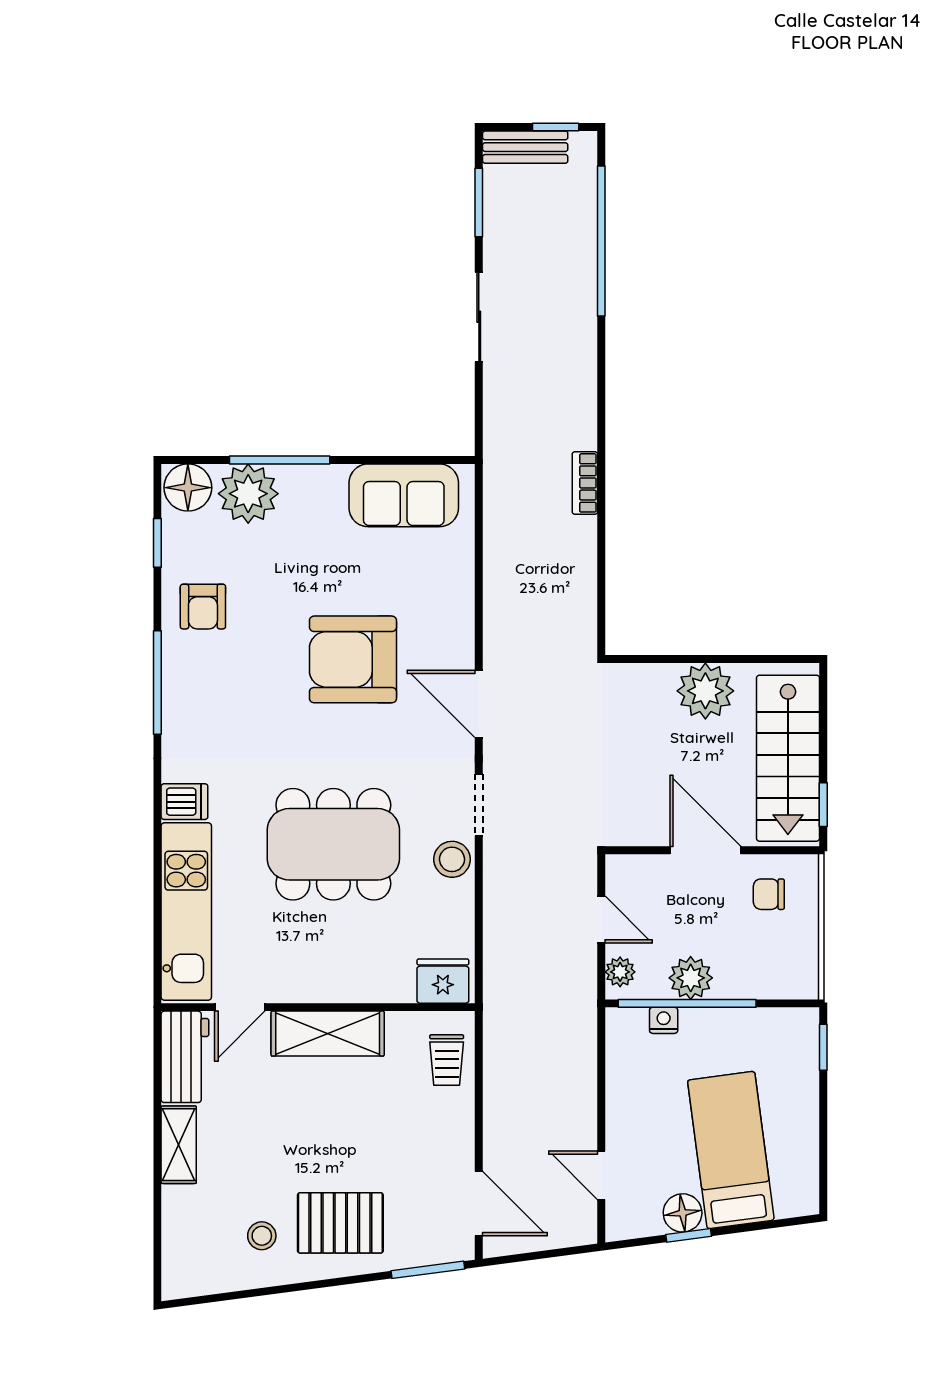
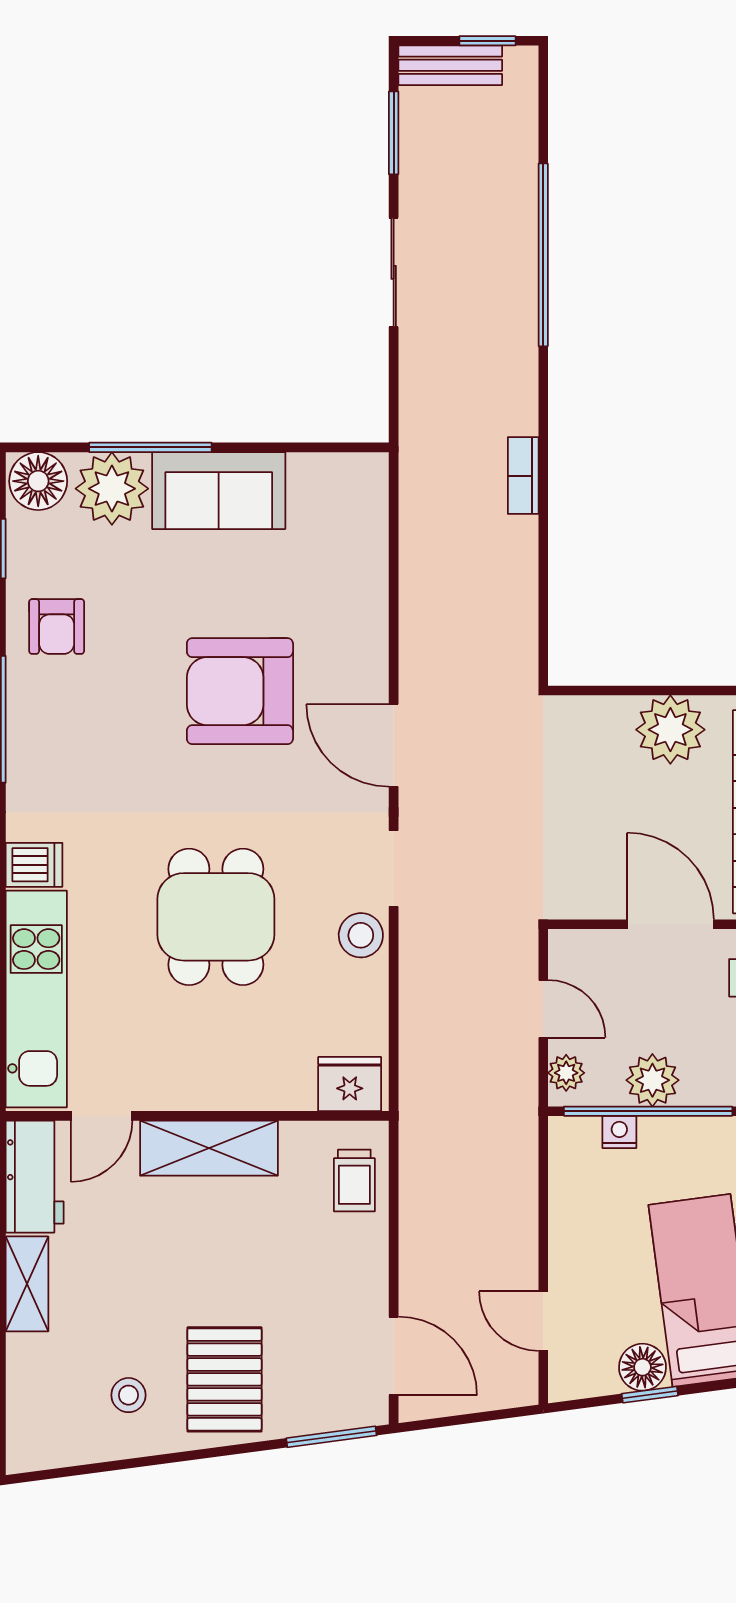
window: (601, 241) -> (543, 255), moved
sofa: (404, 495) -> (219, 491), moved
dining table: (333, 844) -> (216, 917), width x0.73
pallet: (340, 1223) -> (224, 1379), turned 90

